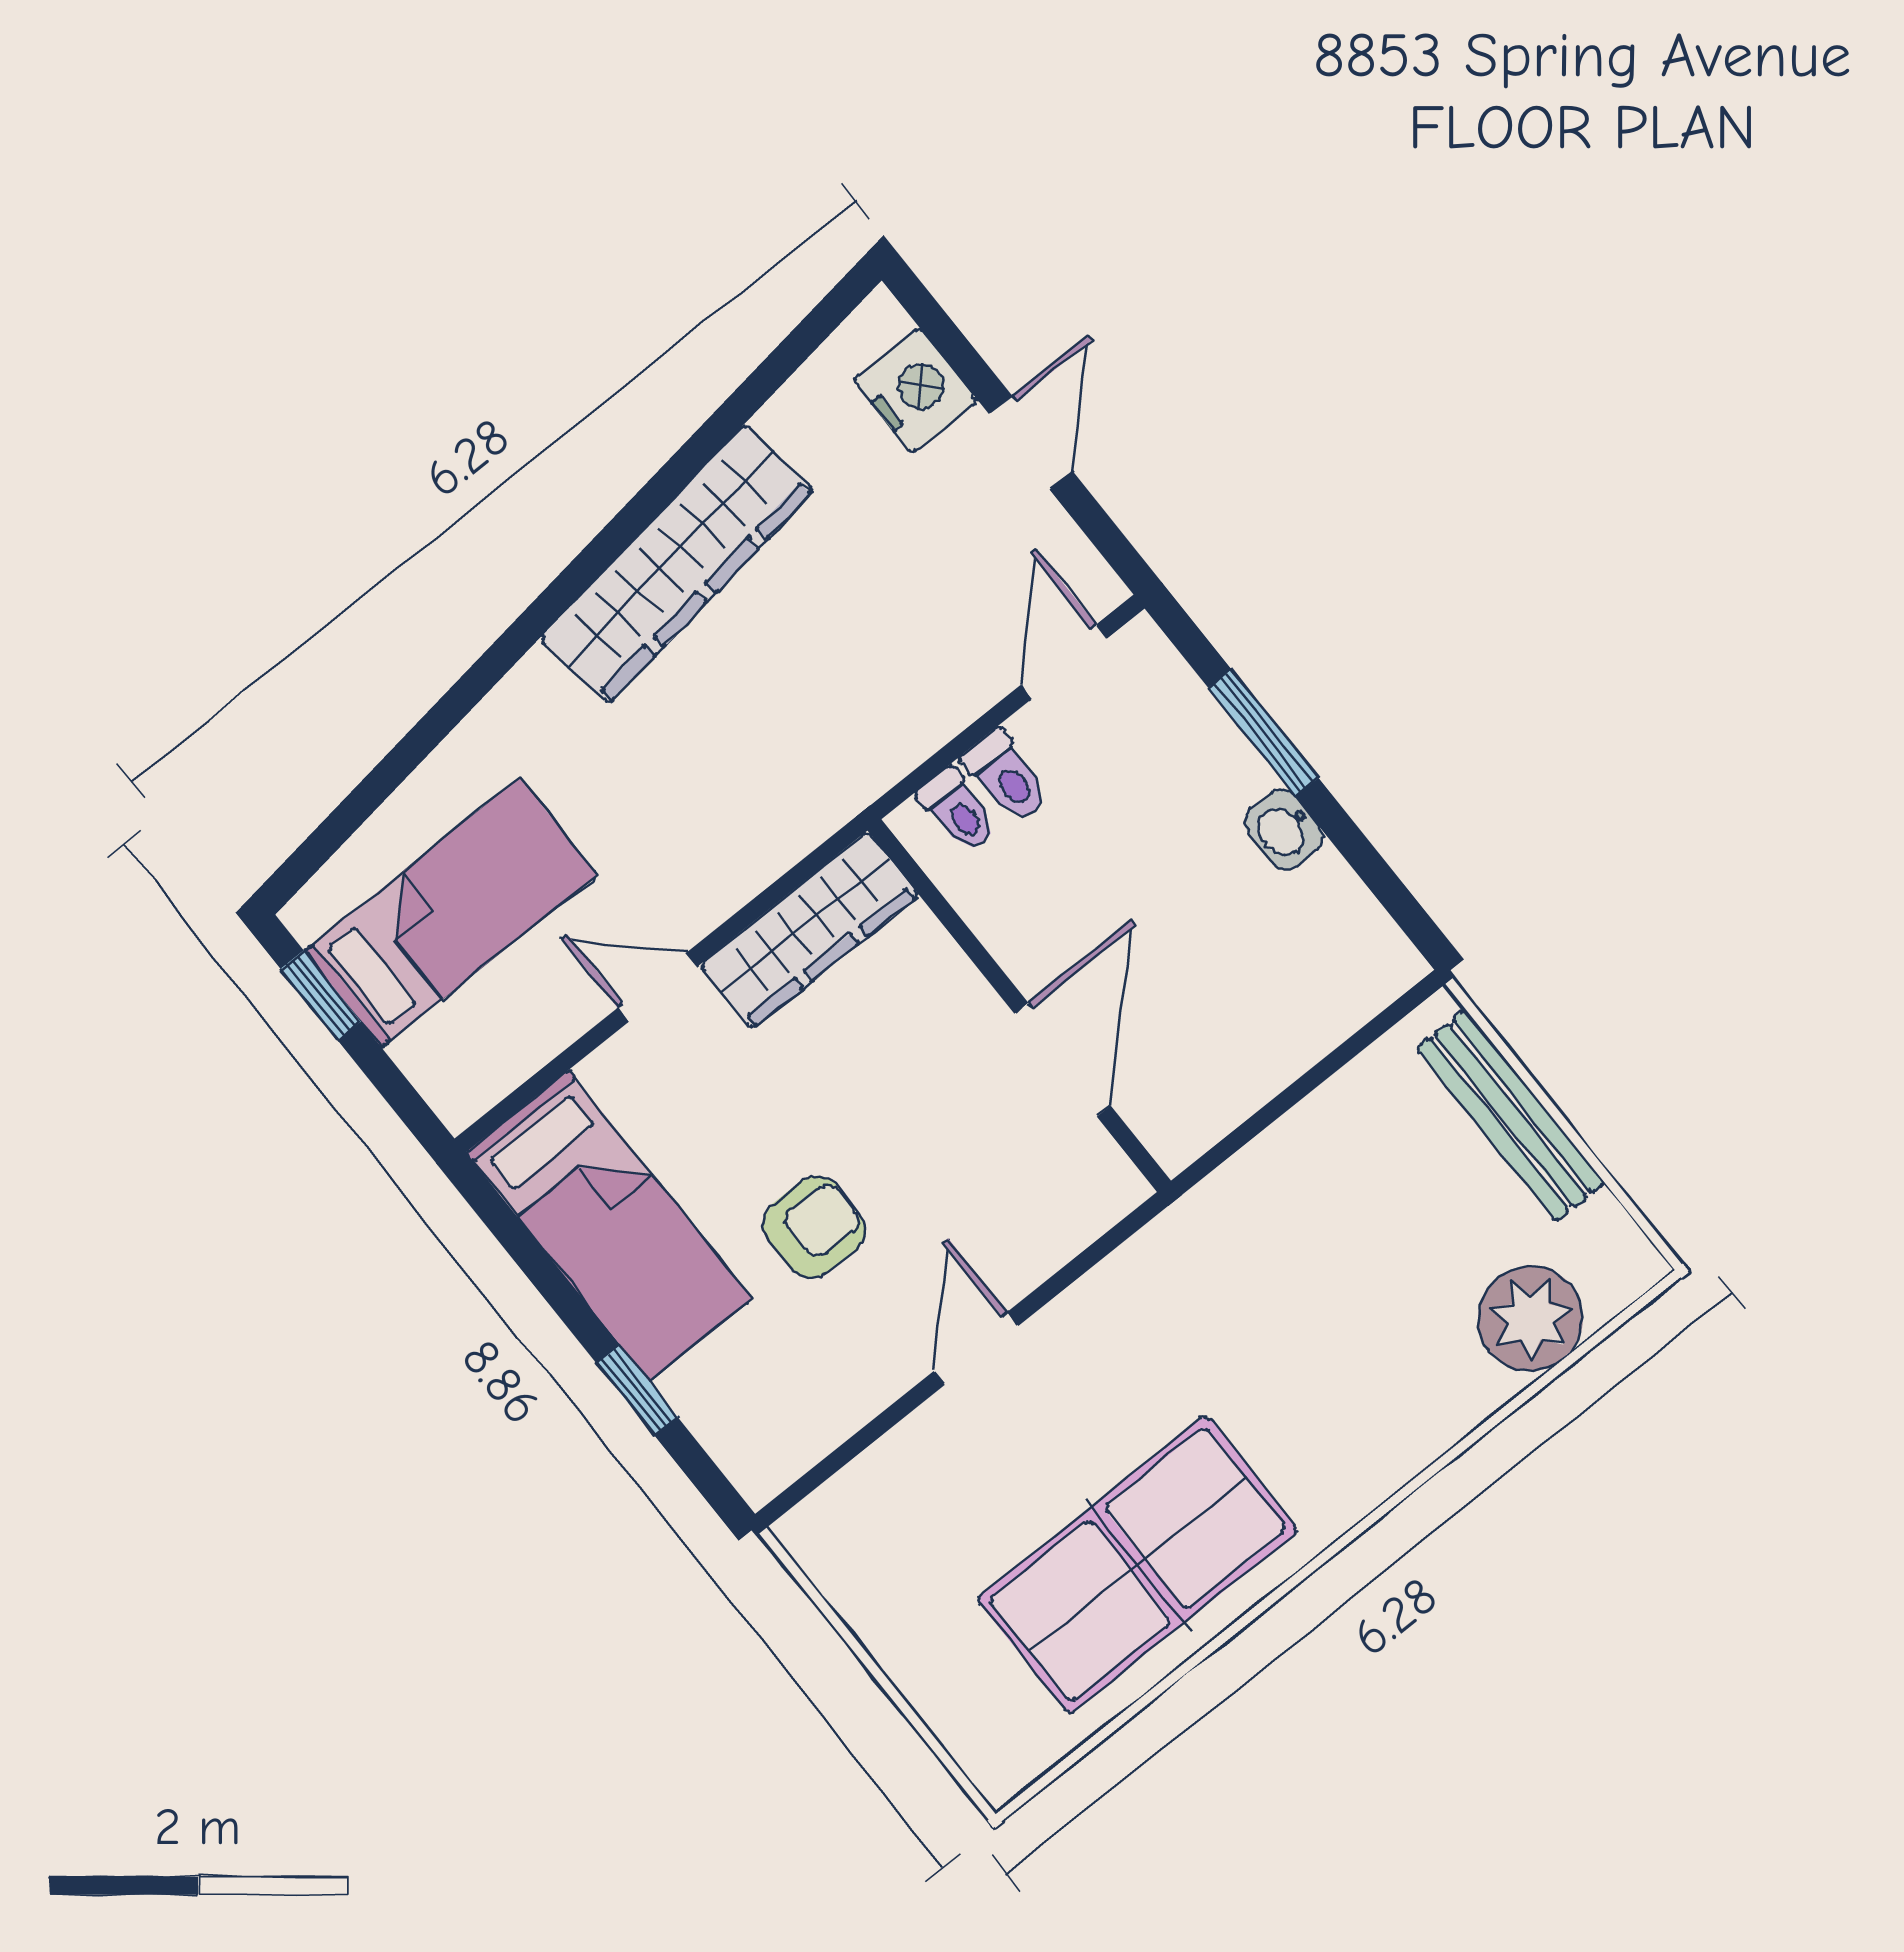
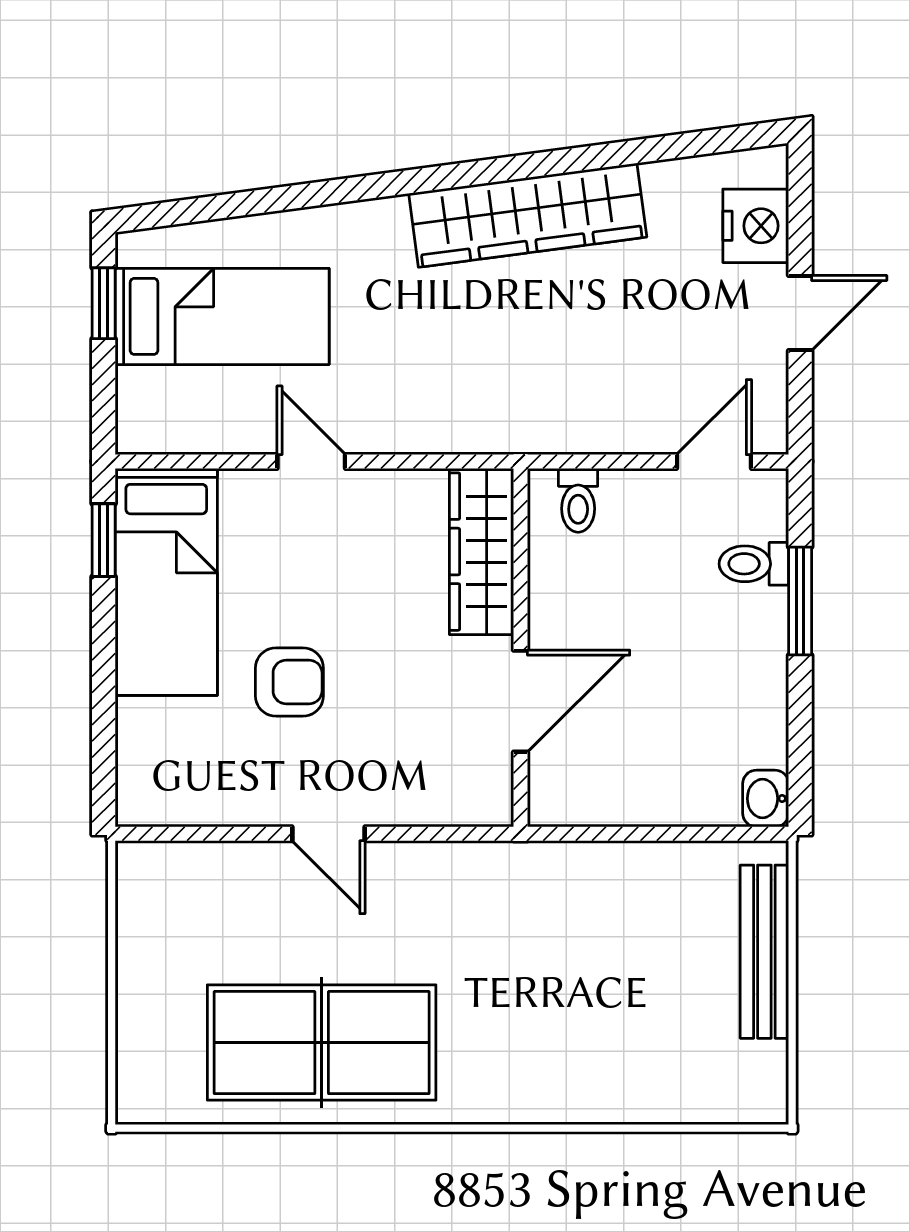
toilet: (1006, 777) -> (754, 564), moved, turned 90
washbasin: (1284, 829) -> (766, 799), moved
wardrobe: (810, 930) -> (482, 552), moved, turned 90
plant: (1531, 1319) -> (678, 1084), removed
door: (976, 1348) -> (329, 834), swing flipped
window: (637, 1390) -> (104, 540), moved

